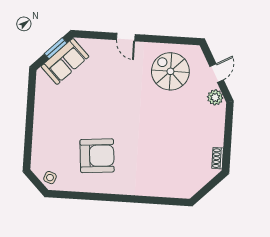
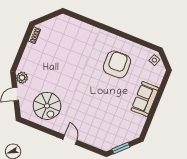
sofa: (65, 61) -> (145, 99), moved, turned -45
armchair: (97, 156) -> (117, 64), turned 94

